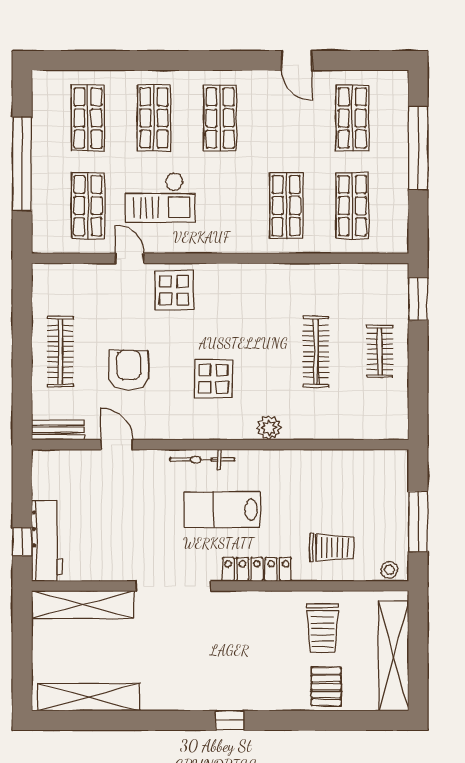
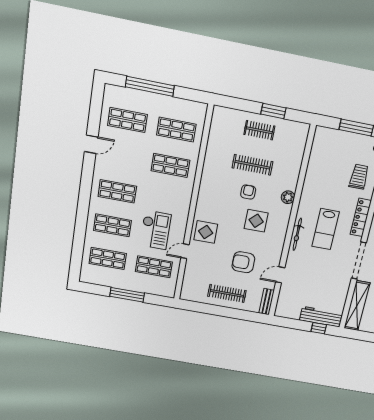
window: (22, 164) -> (127, 295), width x0.68
window: (418, 299) -> (273, 111), moved
armchair: (264, 353) -> (248, 192), added

